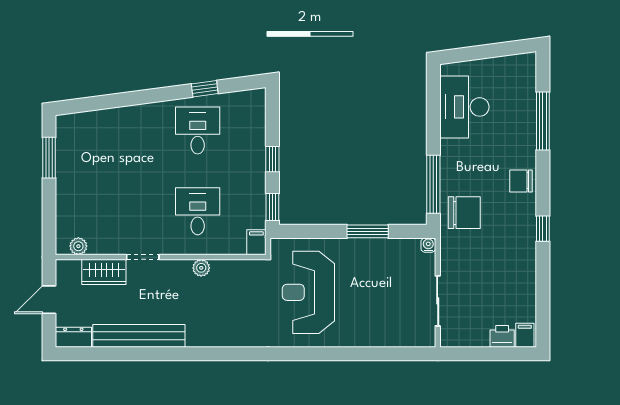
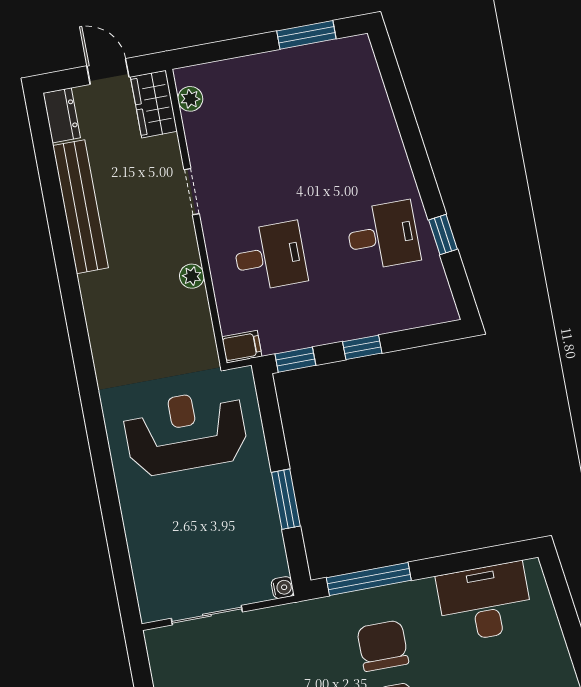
chair: (464, 213) -> (383, 646), moved, turned 180
wardrobe: (104, 272) -> (154, 104), moved

